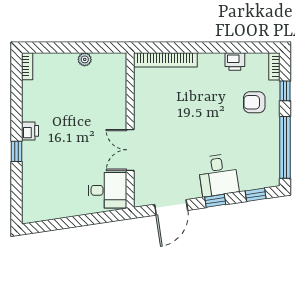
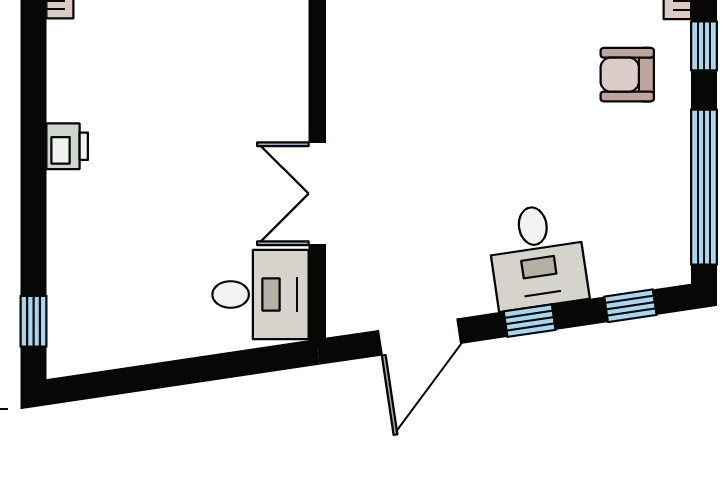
window: (17, 151) -> (34, 321), moved

